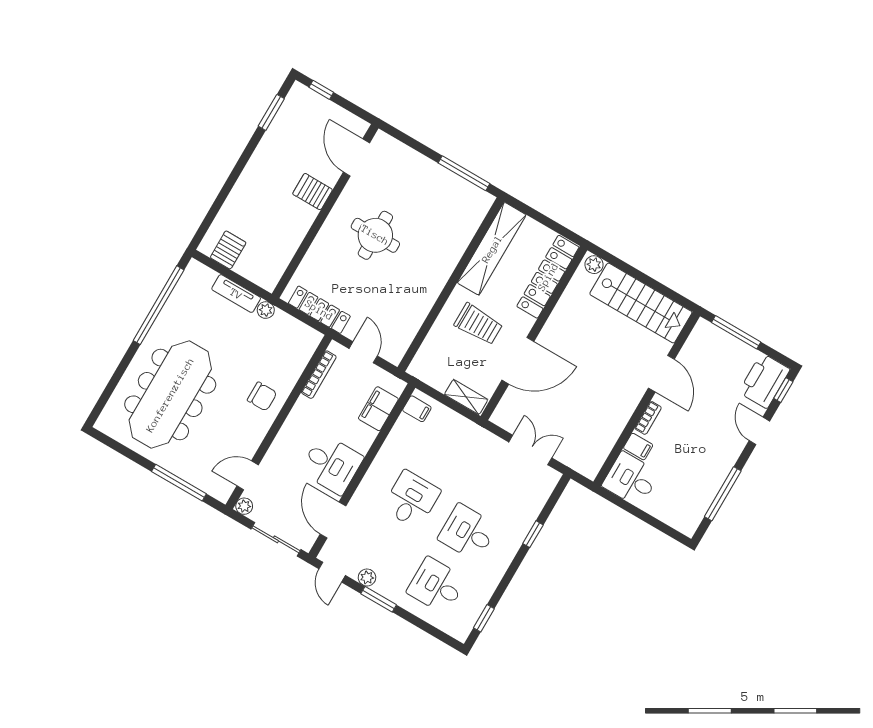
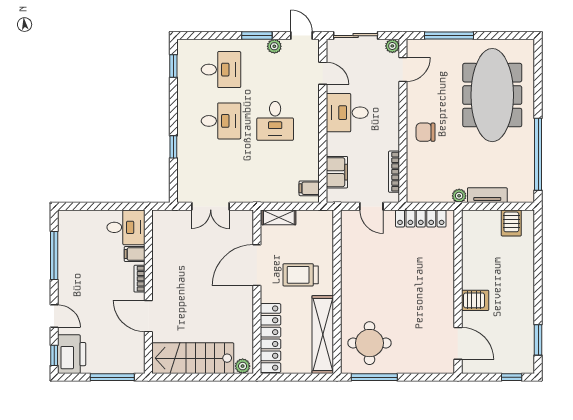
round table: (375, 235) -> (370, 343), moved
door: (333, 520) -> (323, 73), width x0.73

